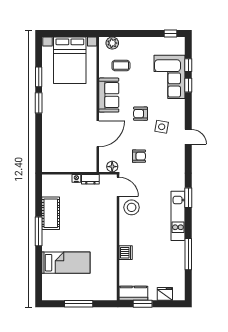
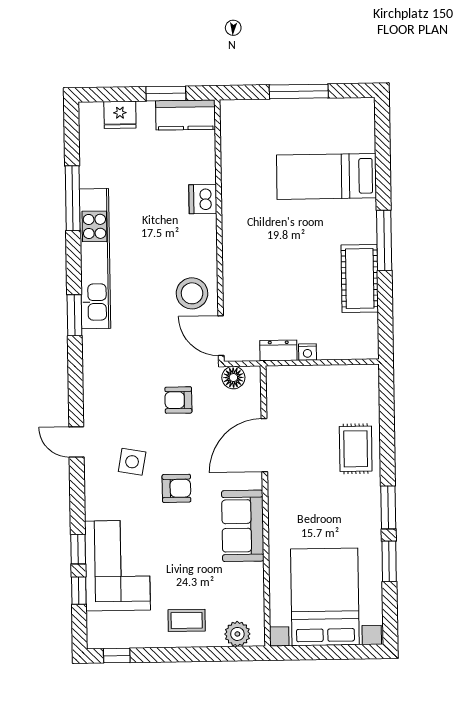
coffee table: (121, 66) -> (187, 620), moved
rug: (54, 131) -> (356, 449), added
kitchen unit: (178, 216) -> (95, 259), width x1.36

